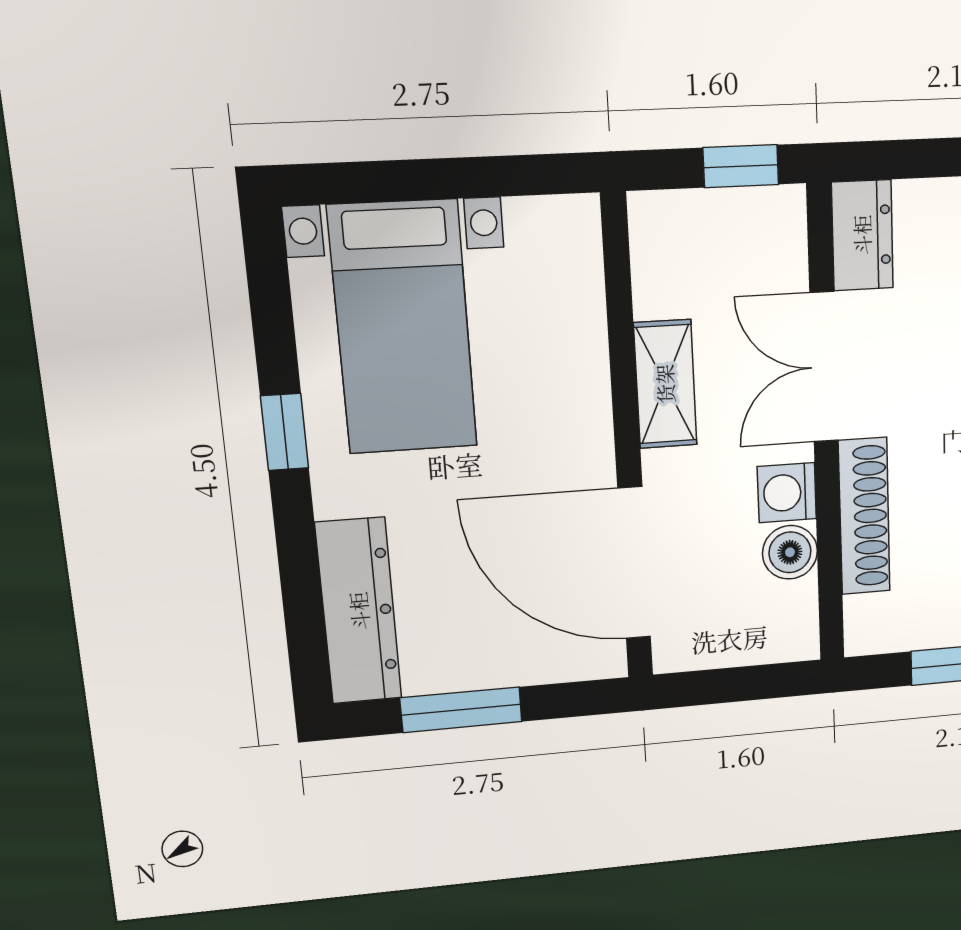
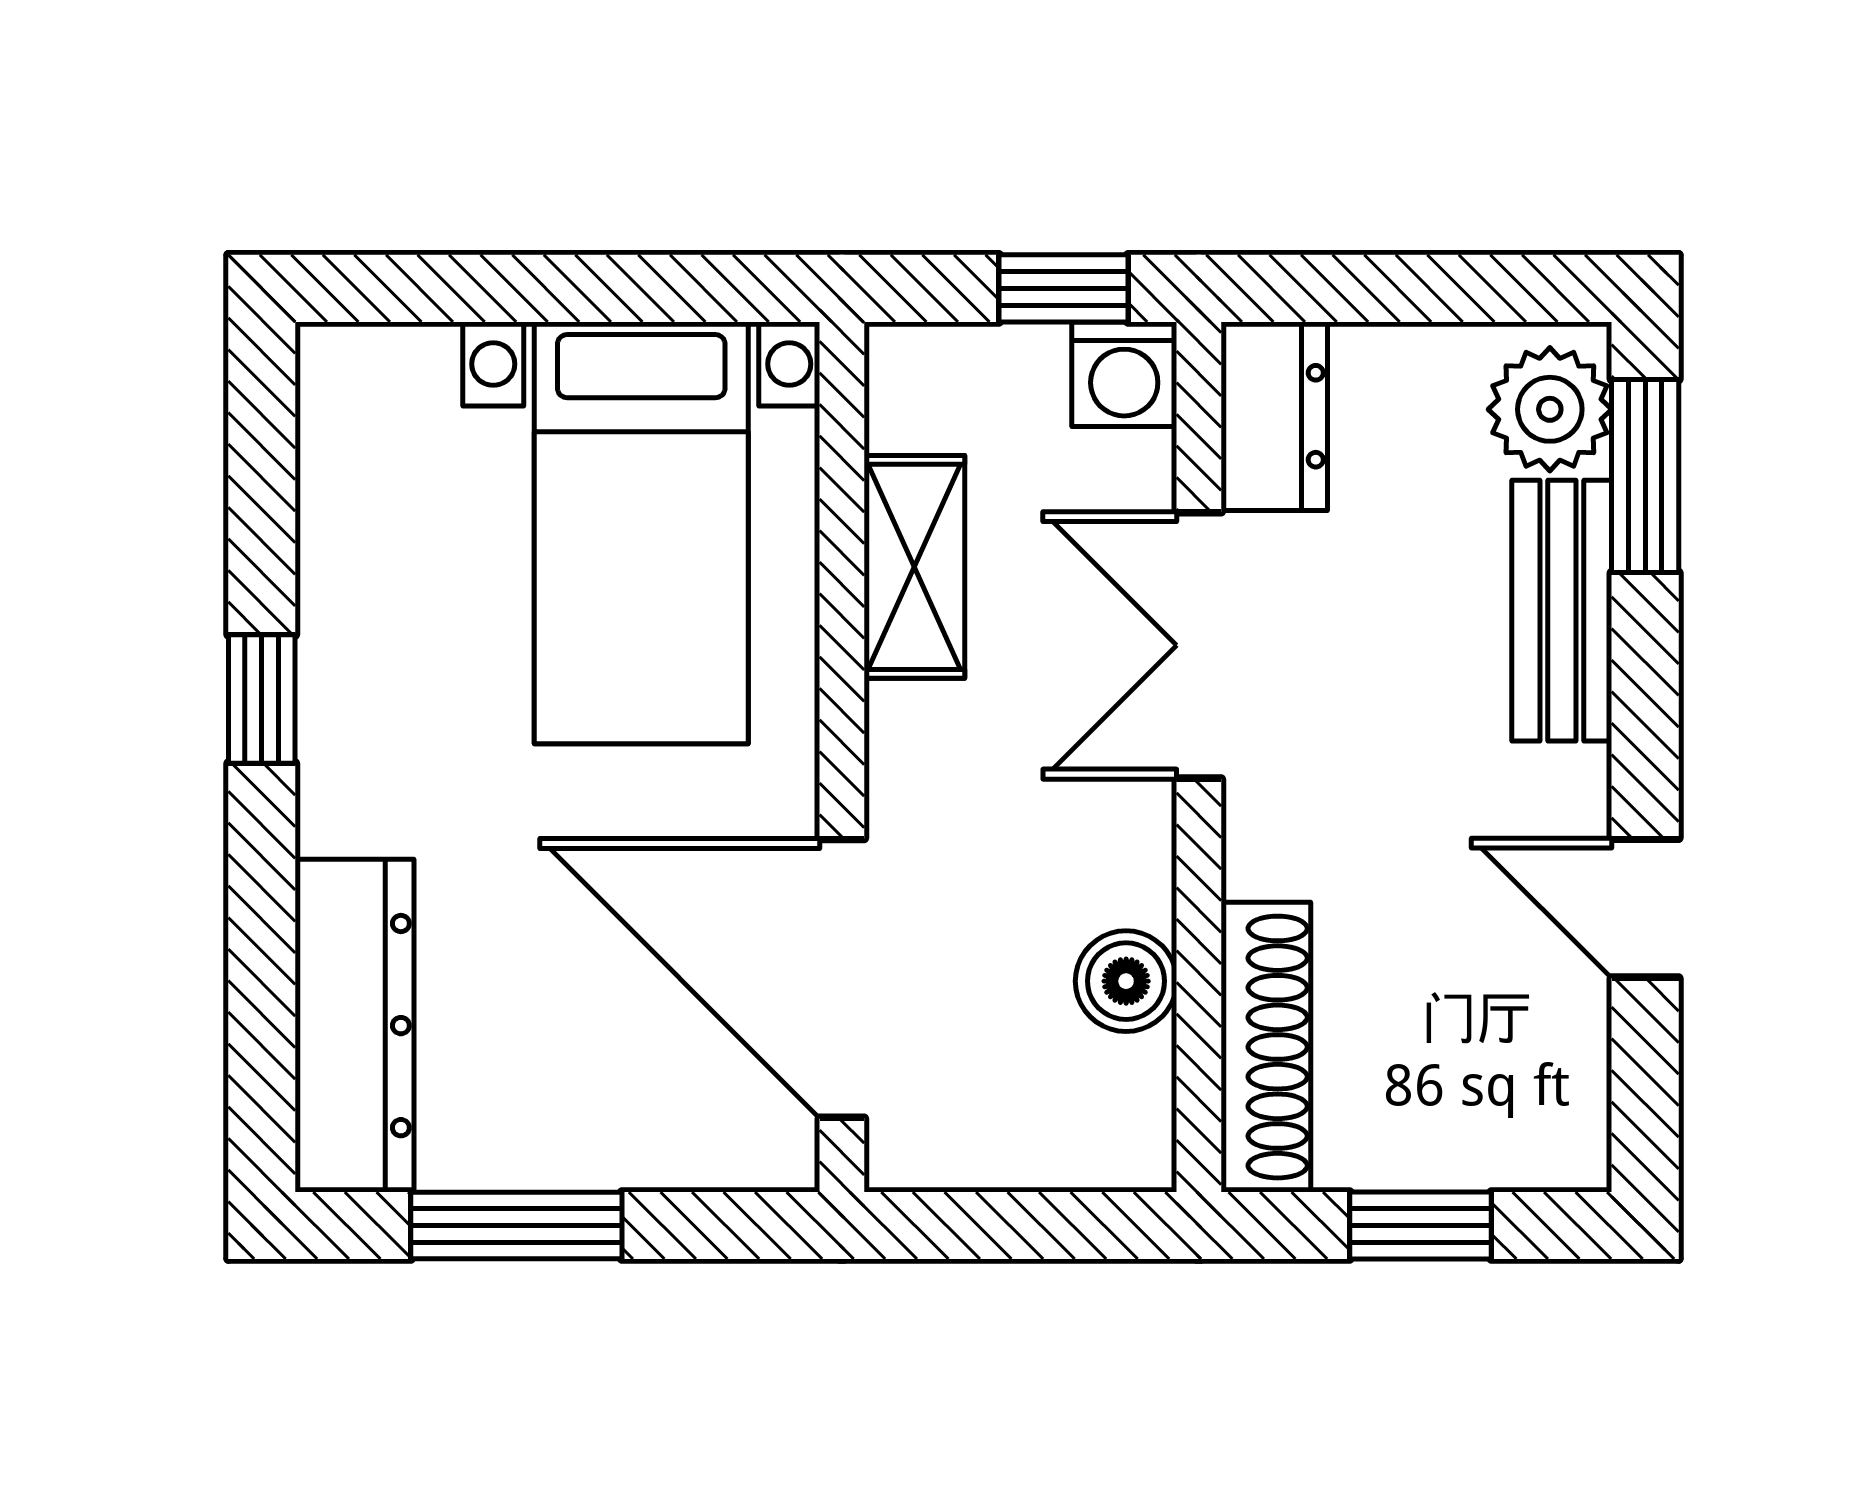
bed with nightstands: (403, 328) -> (641, 533), moved
shelving: (665, 384) -> (914, 567), moved
washing machine: (787, 493) -> (1124, 374), moved, turned -90
shoe rack: (864, 516) -> (1266, 1047), moved

